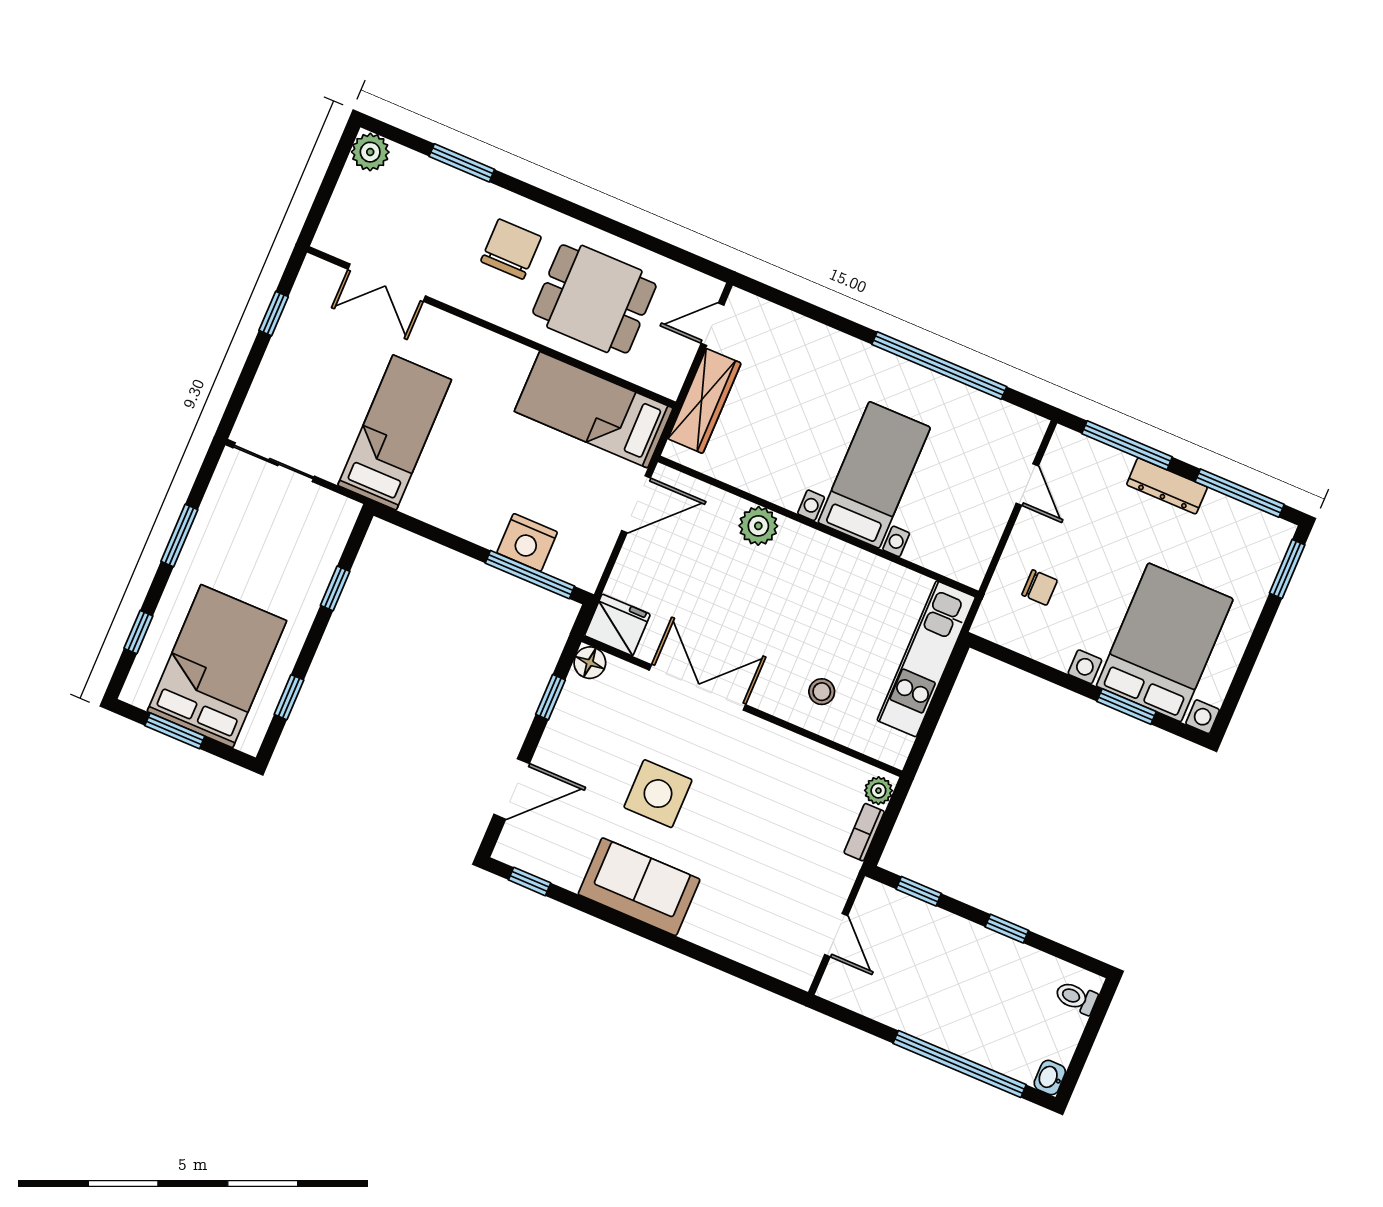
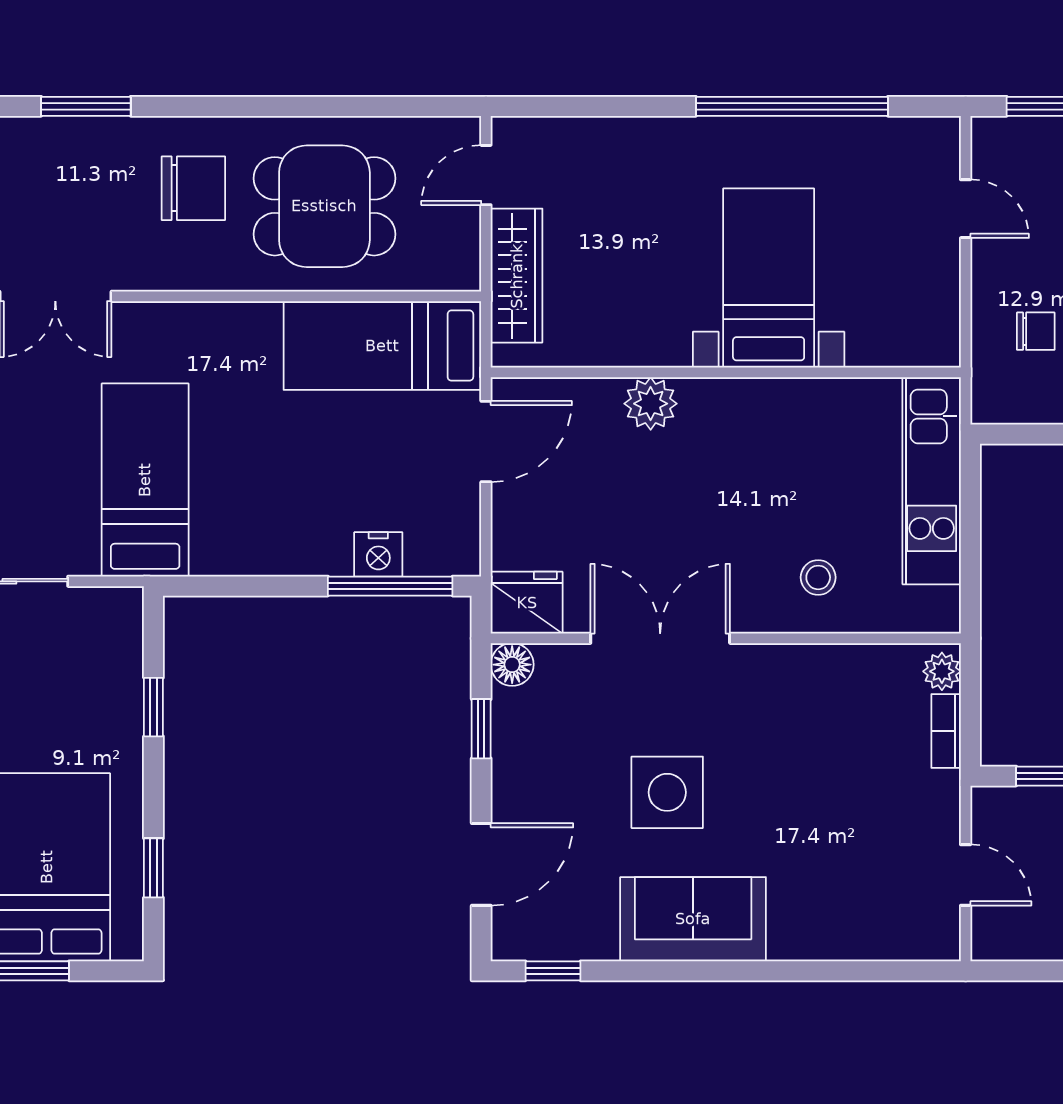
chair: (511, 249) -> (193, 188), turned 90
nightstand: (527, 542) -> (378, 554), width x0.74, depth x0.75

